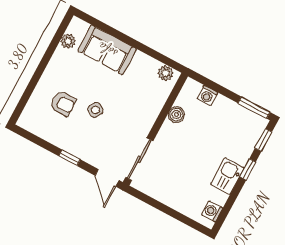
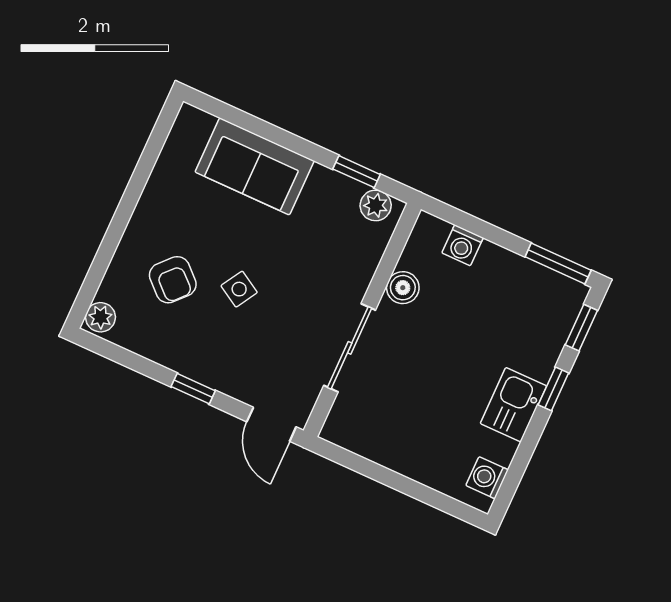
plant: (68, 41) -> (101, 317), moved
window: (157, 56) -> (357, 172), added
armchair: (63, 103) -> (173, 280), turned 43
sliding door: (139, 159) -> (350, 348), moved

